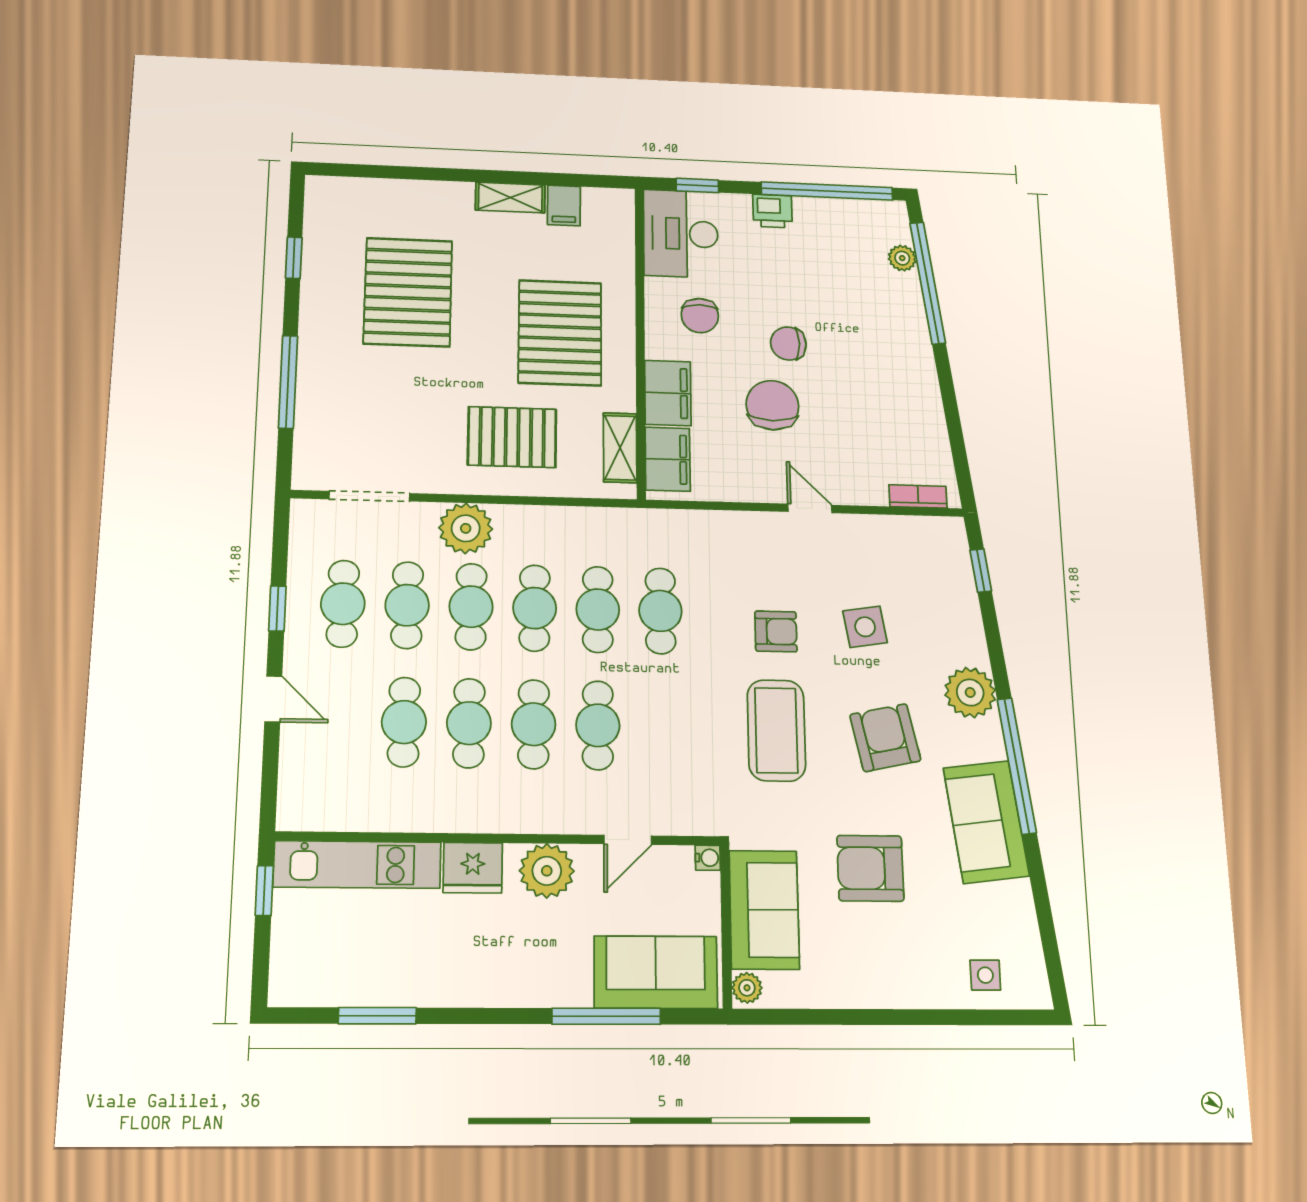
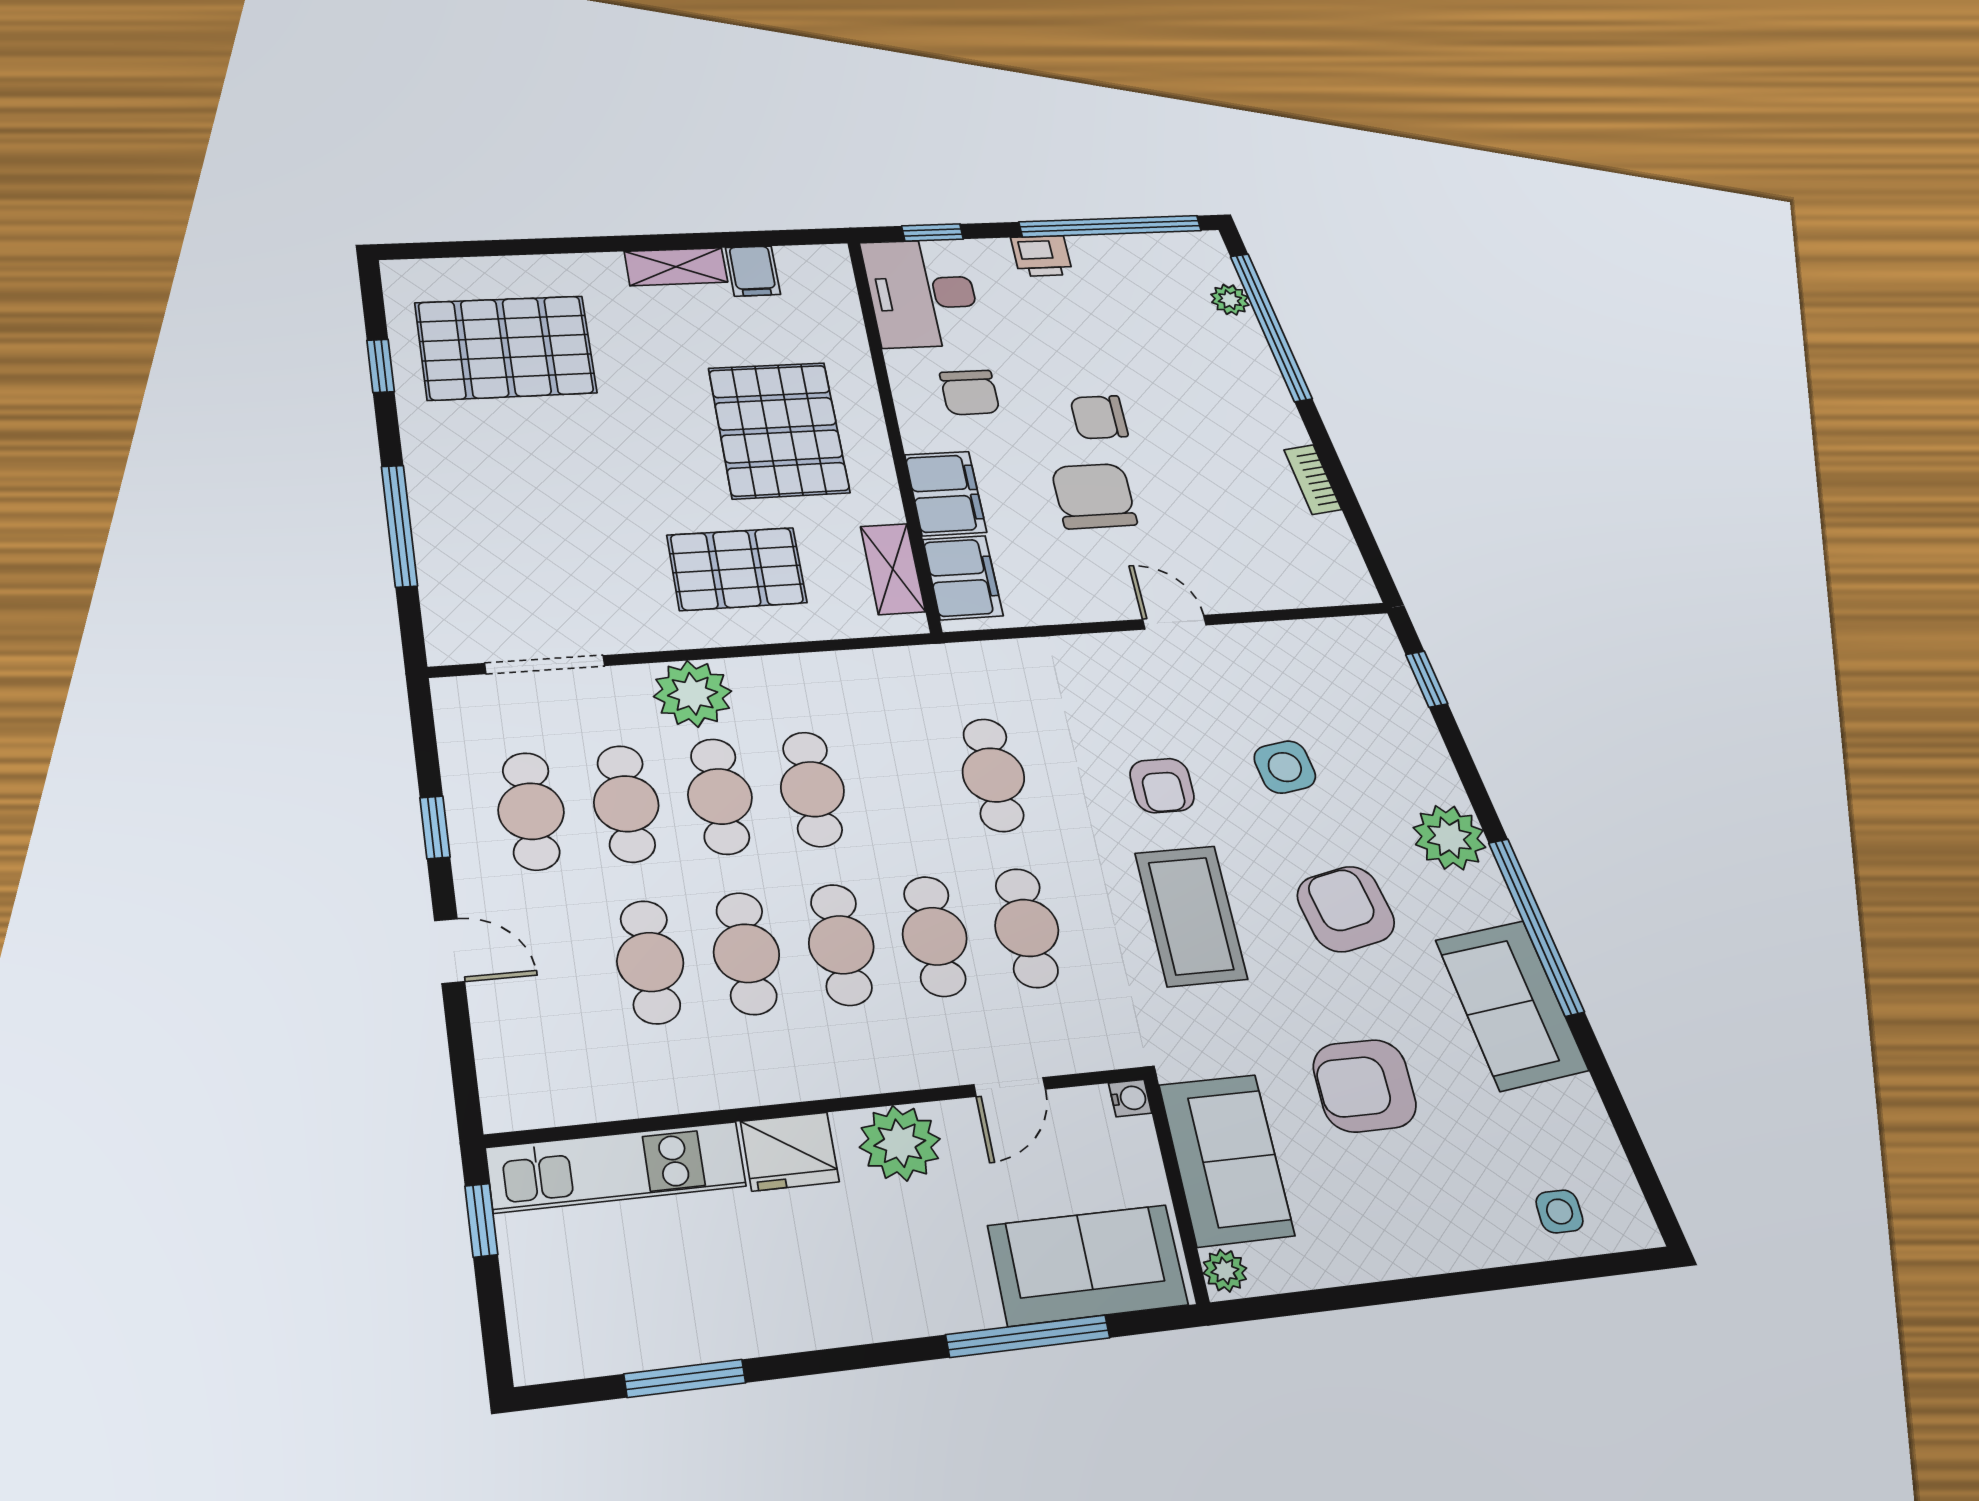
pallet: (408, 292) -> (506, 348), moved, turned 90
bookcase: (918, 496) -> (1313, 480), moved, turned -97
cafe table: (598, 609) -> (1027, 928), moved
armchair: (776, 631) -> (1162, 786), turned 90

